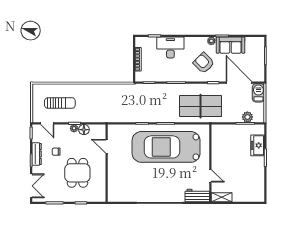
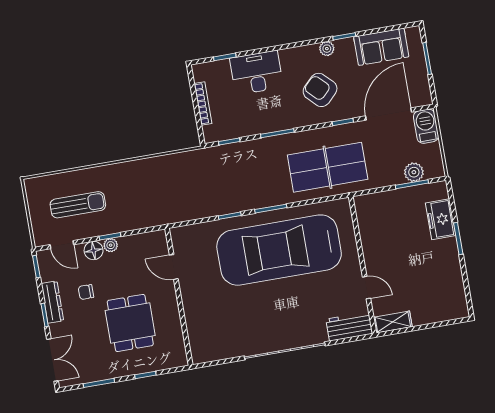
sofa: (230, 45) -> (381, 47), moved
door: (239, 83) -> (389, 114), hinge flipped
floor lamp: (84, 130) -> (94, 250), moved

